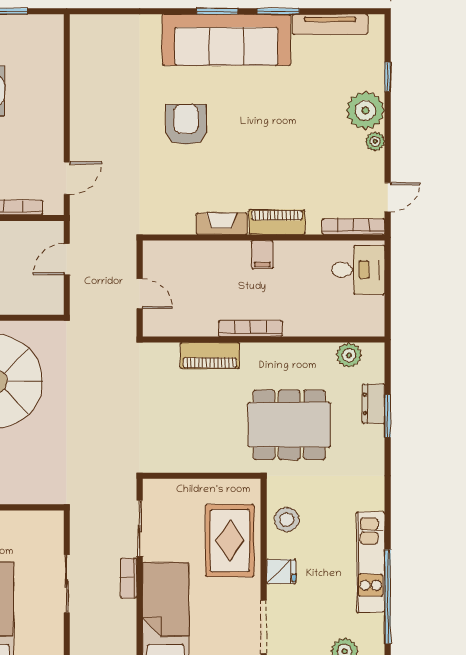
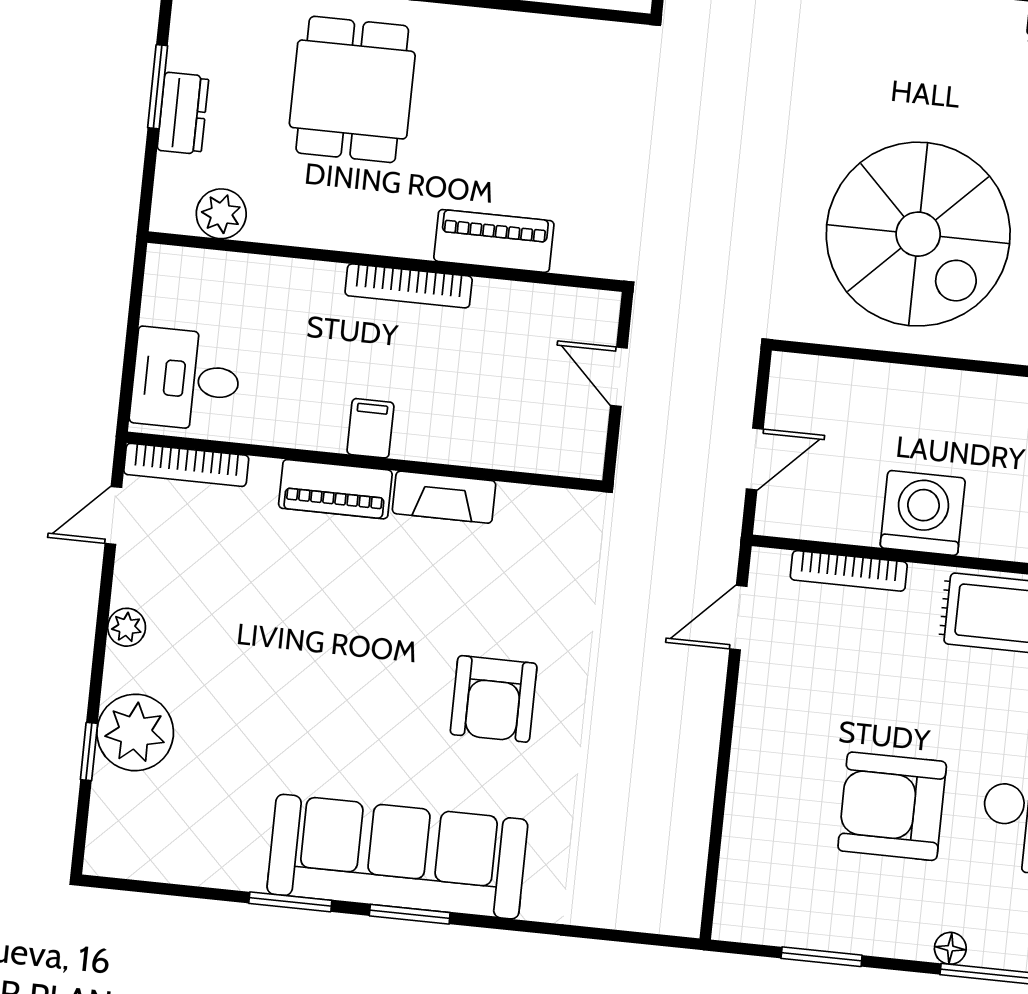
tv unit: (330, 24) -> (191, 866), removed
plant: (365, 110) -> (135, 732), moved
dining table: (289, 425) -> (352, 89), width x0.73

